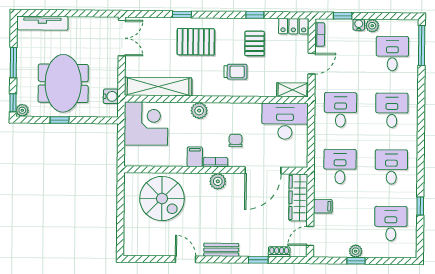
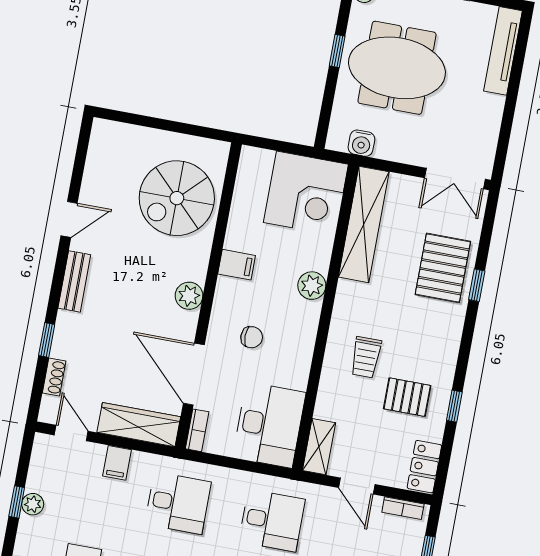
pallet: (196, 42) -> (443, 268), moved
bookcase: (216, 162) -> (197, 430), moved

